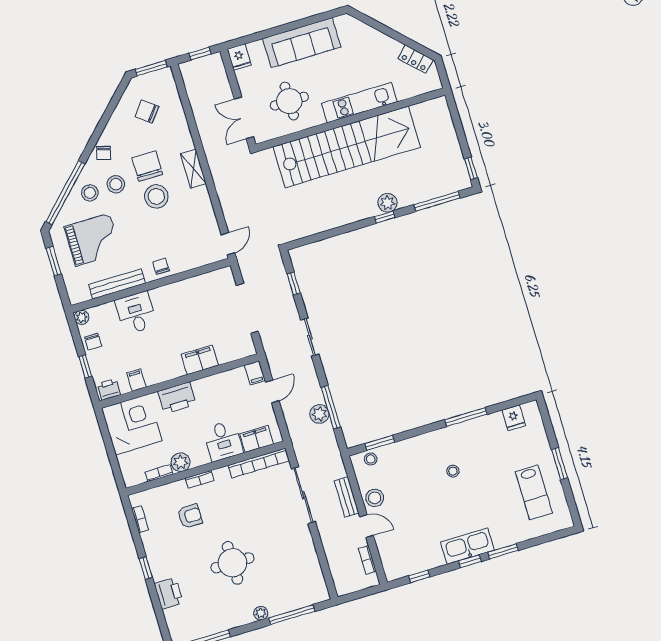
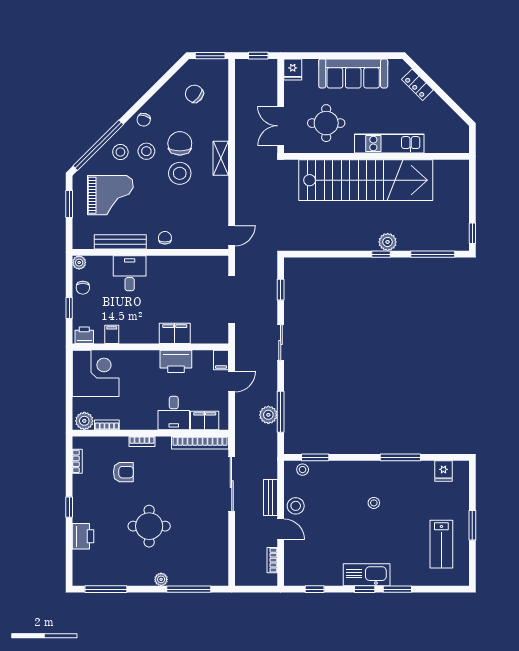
locker: (415, 59) -> (417, 85), moved
printer: (177, 398) -> (176, 361), moved
plant: (181, 462) -> (84, 421), moved

